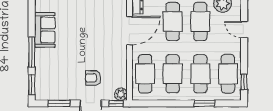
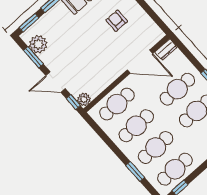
armchair: (93, 78) -> (117, 21), moved
plant: (53, 92) -> (38, 44), added

